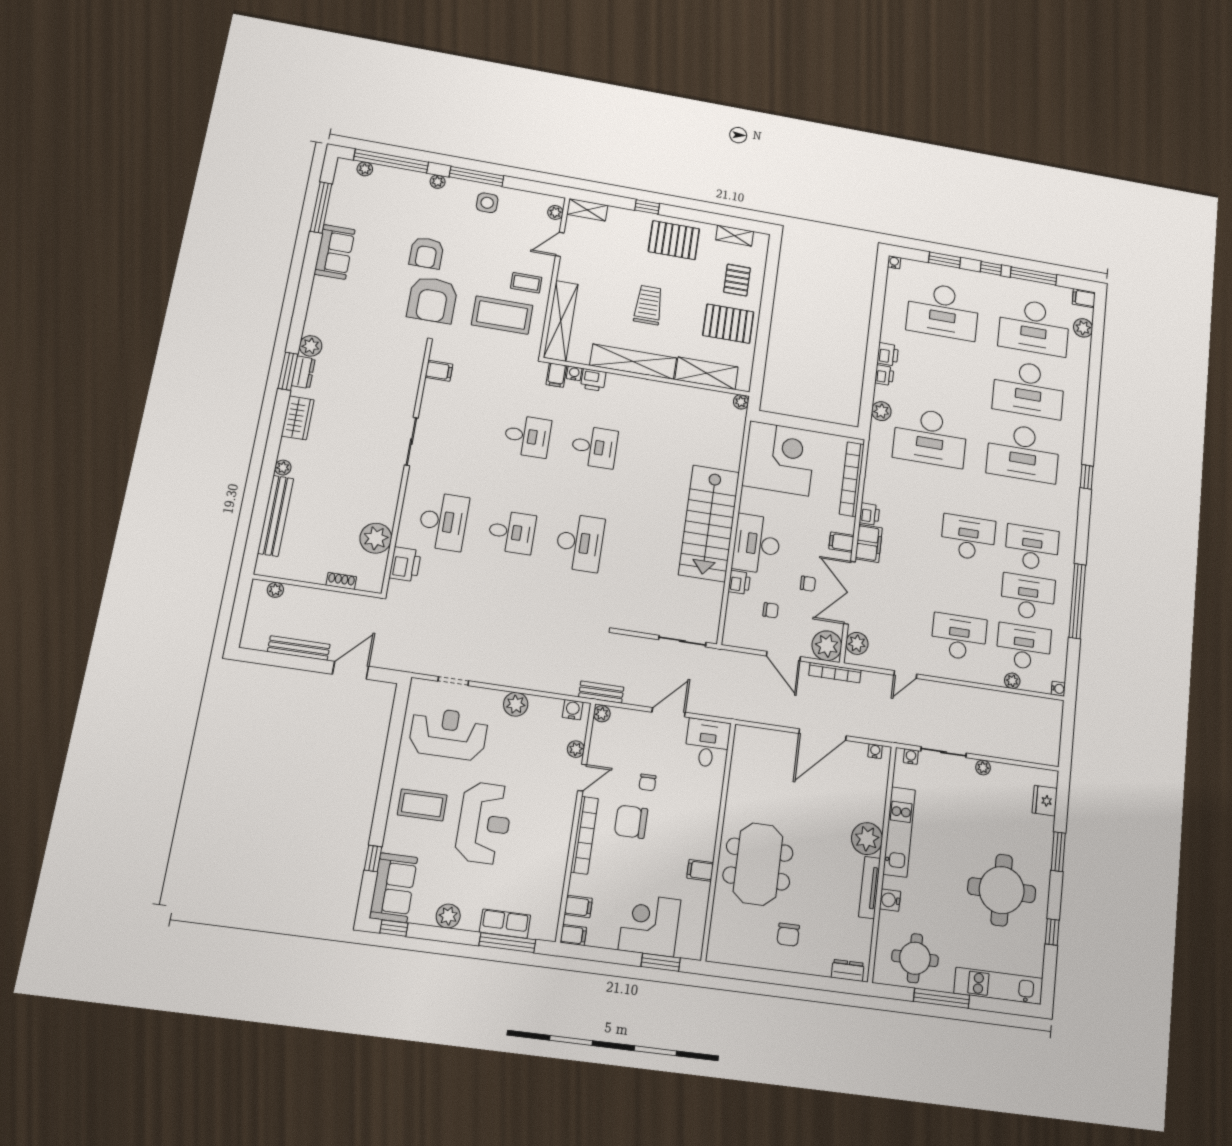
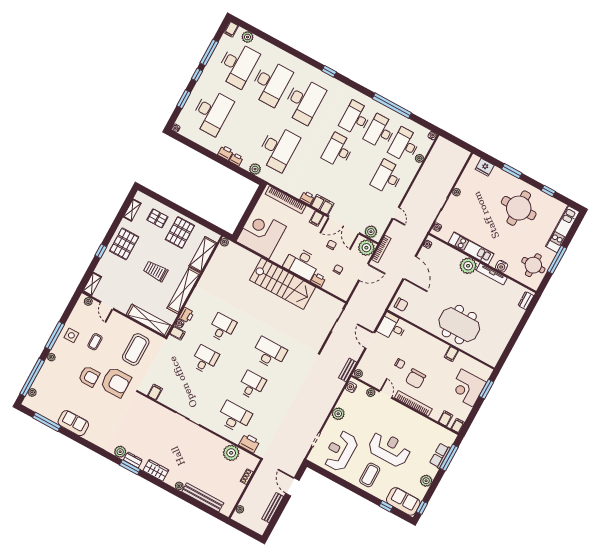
coffee table: (526, 283) -> (95, 342), moved
chair: (788, 935) -> (401, 305), moved

